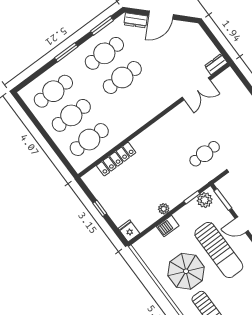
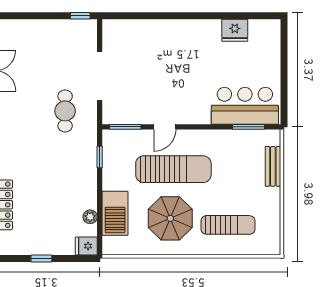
plant: (205, 200) -> (112, 146), removed
plant: (164, 209) -> (90, 217), moved
barbecue: (168, 226) -> (115, 213), width x1.88, depth x1.53

